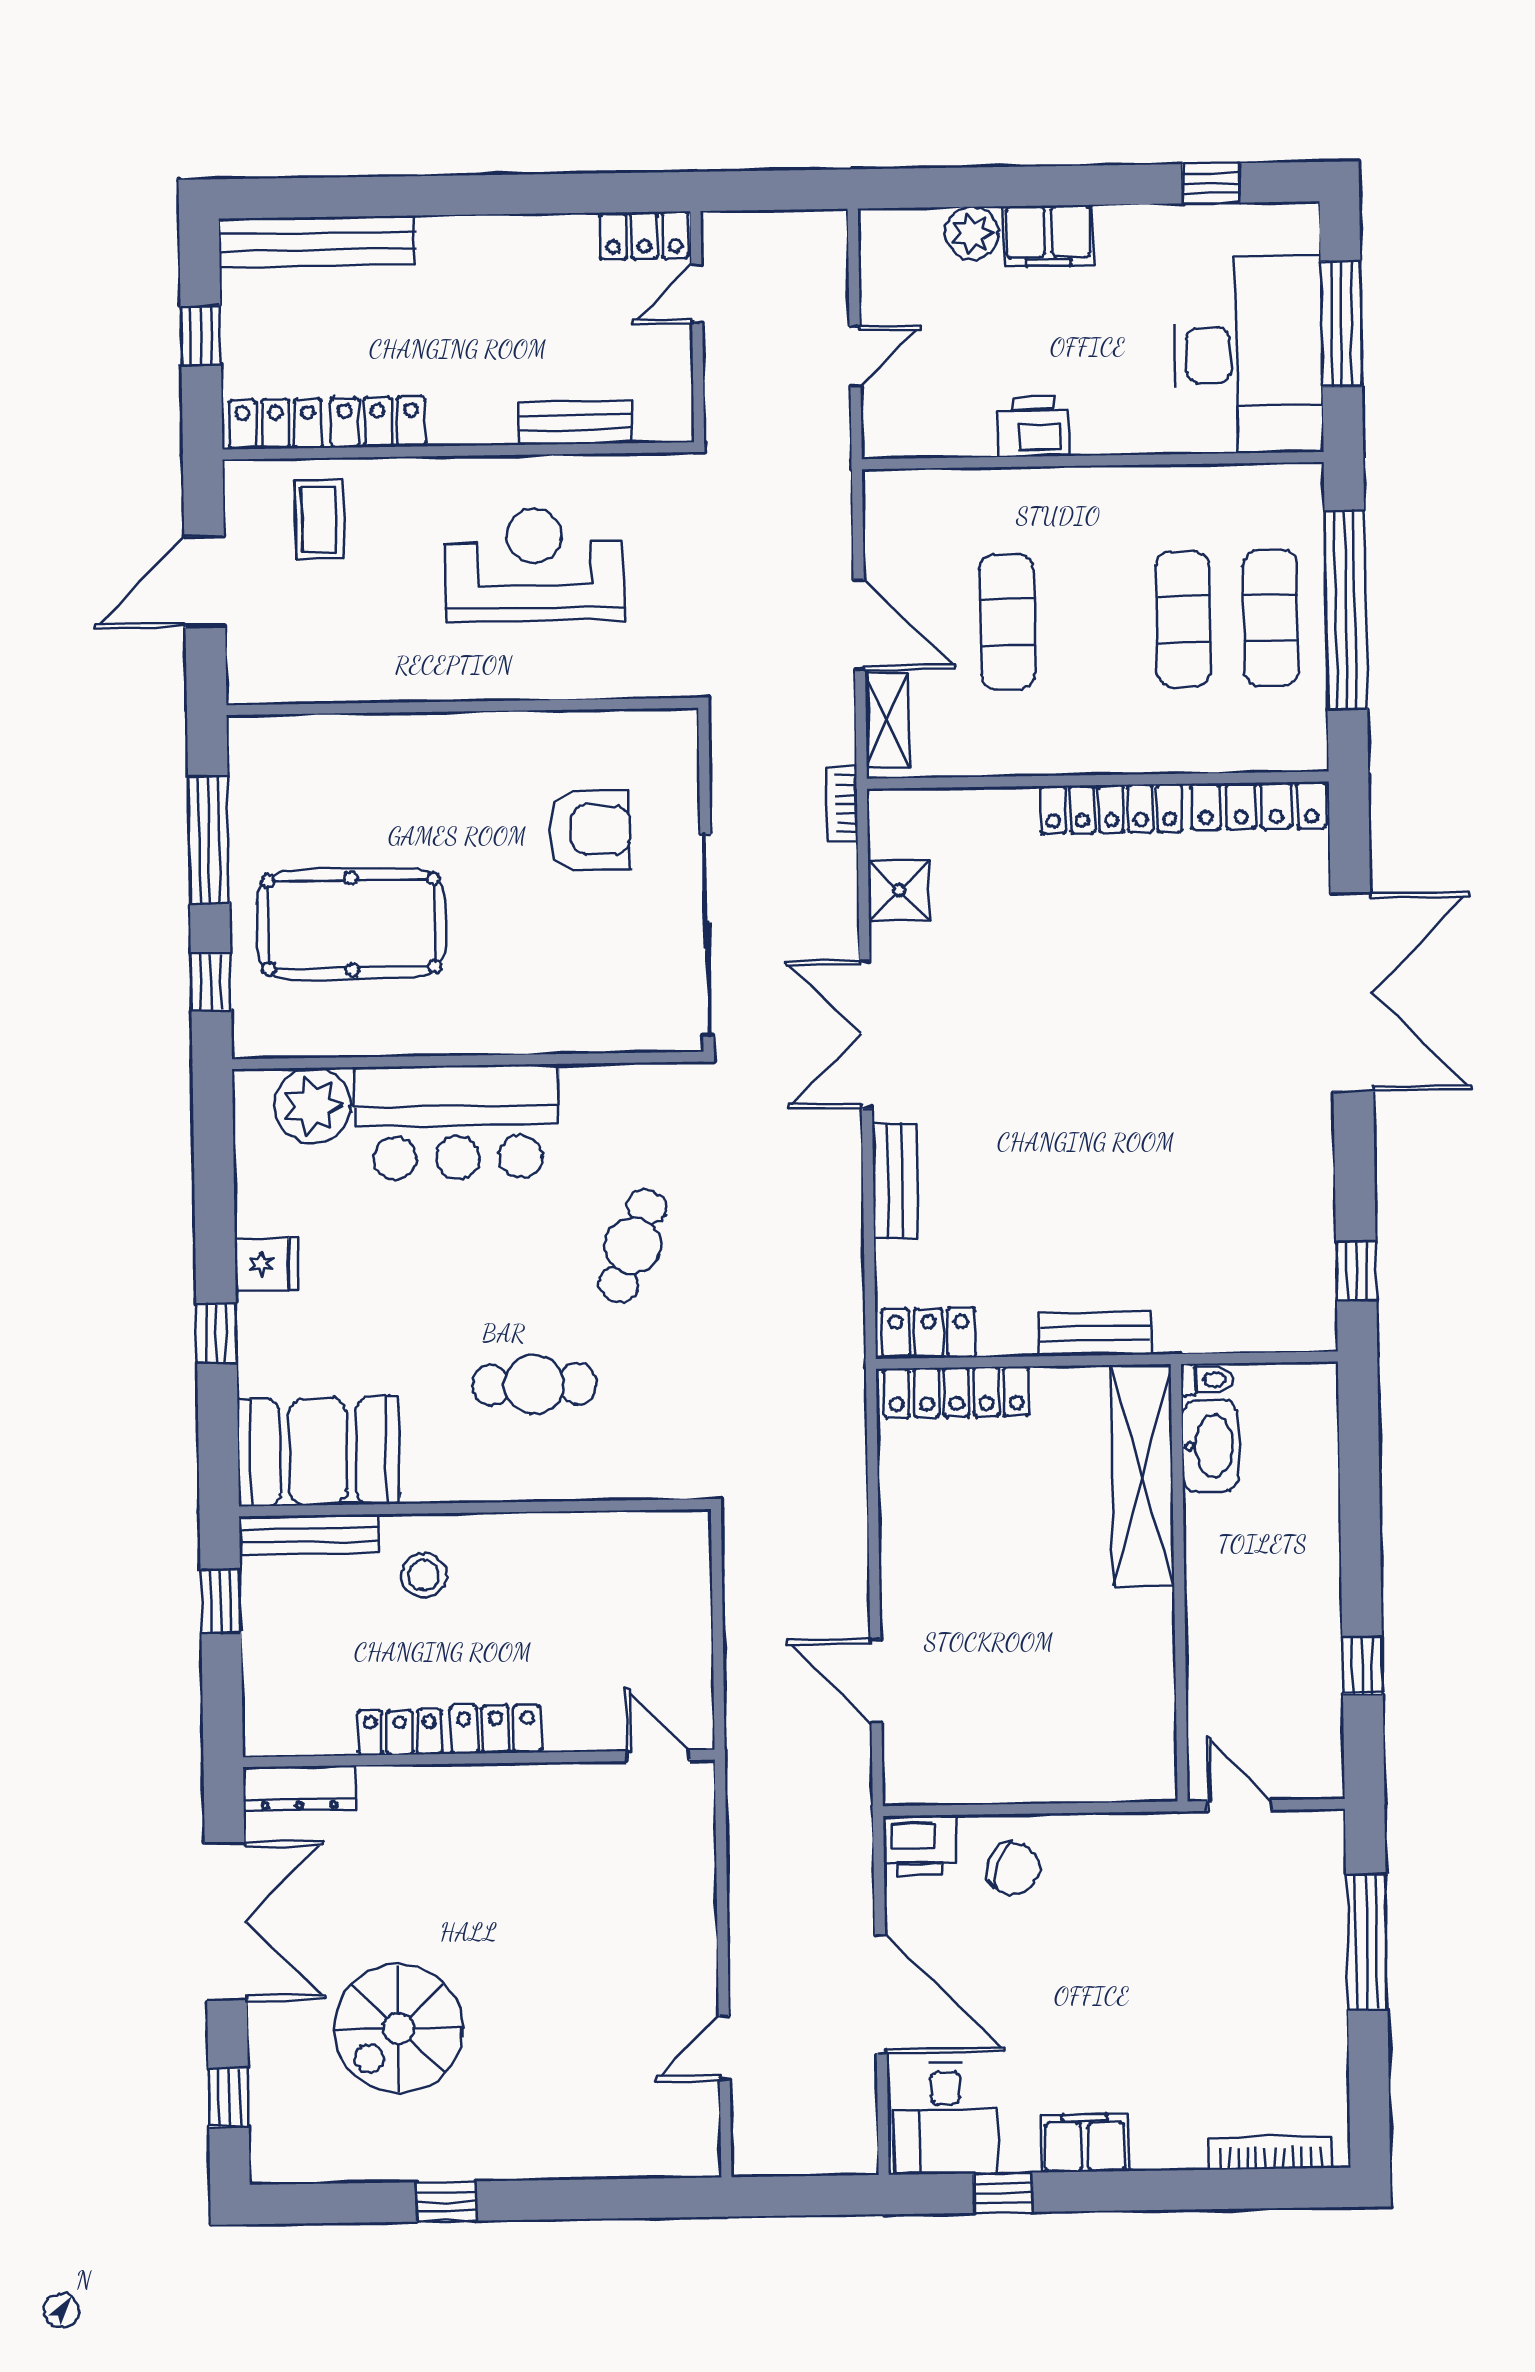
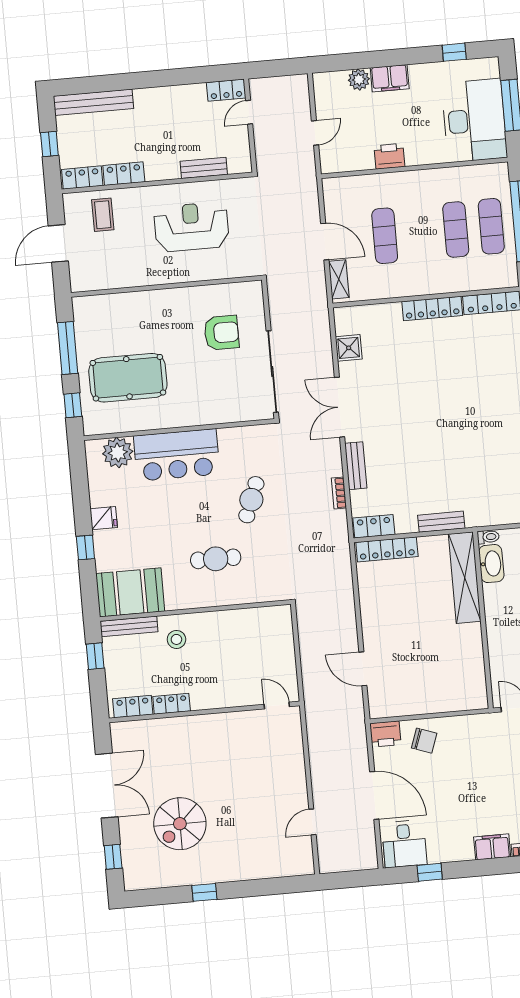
bookcase: (842, 804) -> (339, 493), moved
locker: (496, 1729) -> (133, 707), moved
dresser: (299, 1788) -> (132, 729), removed
filing cabinet: (1085, 2143) -> (492, 847), moved

